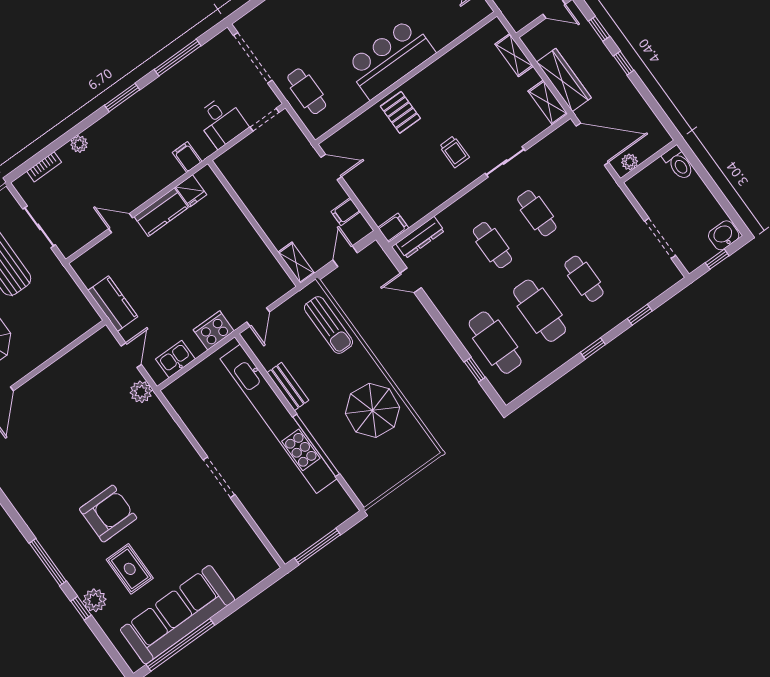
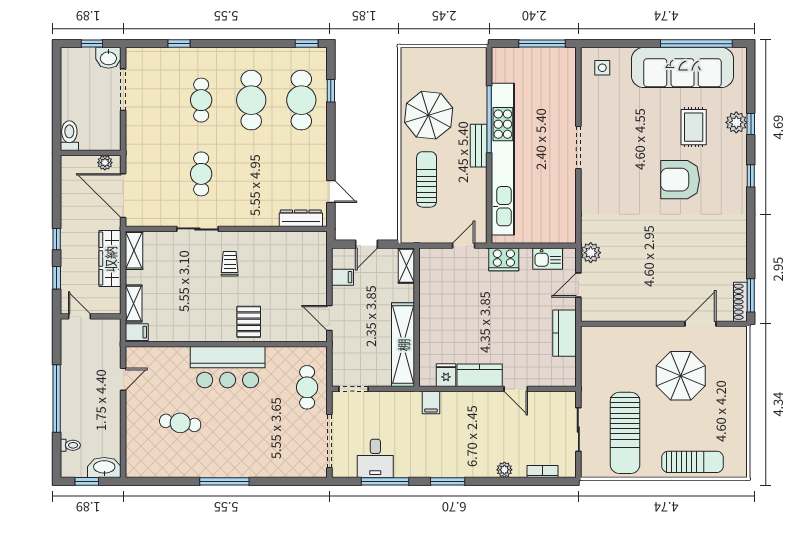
desk: (222, 122) -> (375, 458), moved, turned 180
shelving: (249, 190) -> (403, 345), added
filing cabinet: (393, 228) -> (137, 332), moved, turned 180
washbasin: (724, 235) -> (108, 58), moved
cafe table: (492, 245) -> (251, 174), removed
sun lounger: (329, 325) -> (427, 179), moved
window: (593, 348) -> (307, 44), moved
bench: (288, 387) -> (479, 146), moved
window: (48, 562) -> (751, 176), width x0.46
side table: (249, 563) -> (602, 68), added

